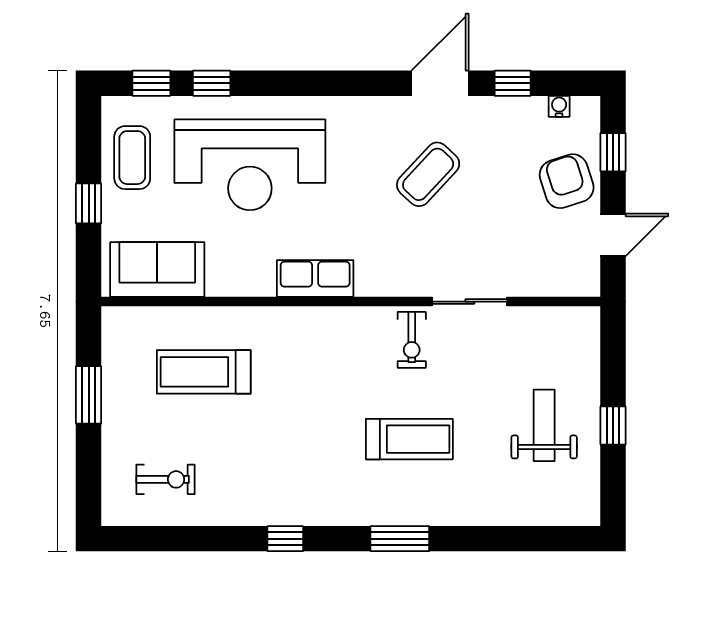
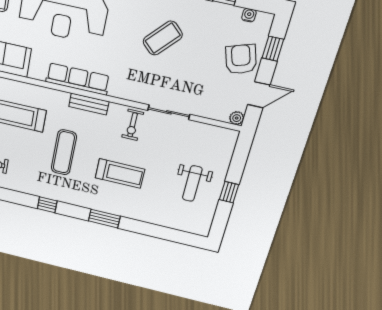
row of seats: (315, 279) -> (78, 79), width x1.48
plant: (588, 284) -> (237, 118), added
bench: (326, 320) -> (89, 104), added
exercise mat: (298, 423) -> (64, 152), added
weight bench: (544, 425) -> (192, 184), turned 180

